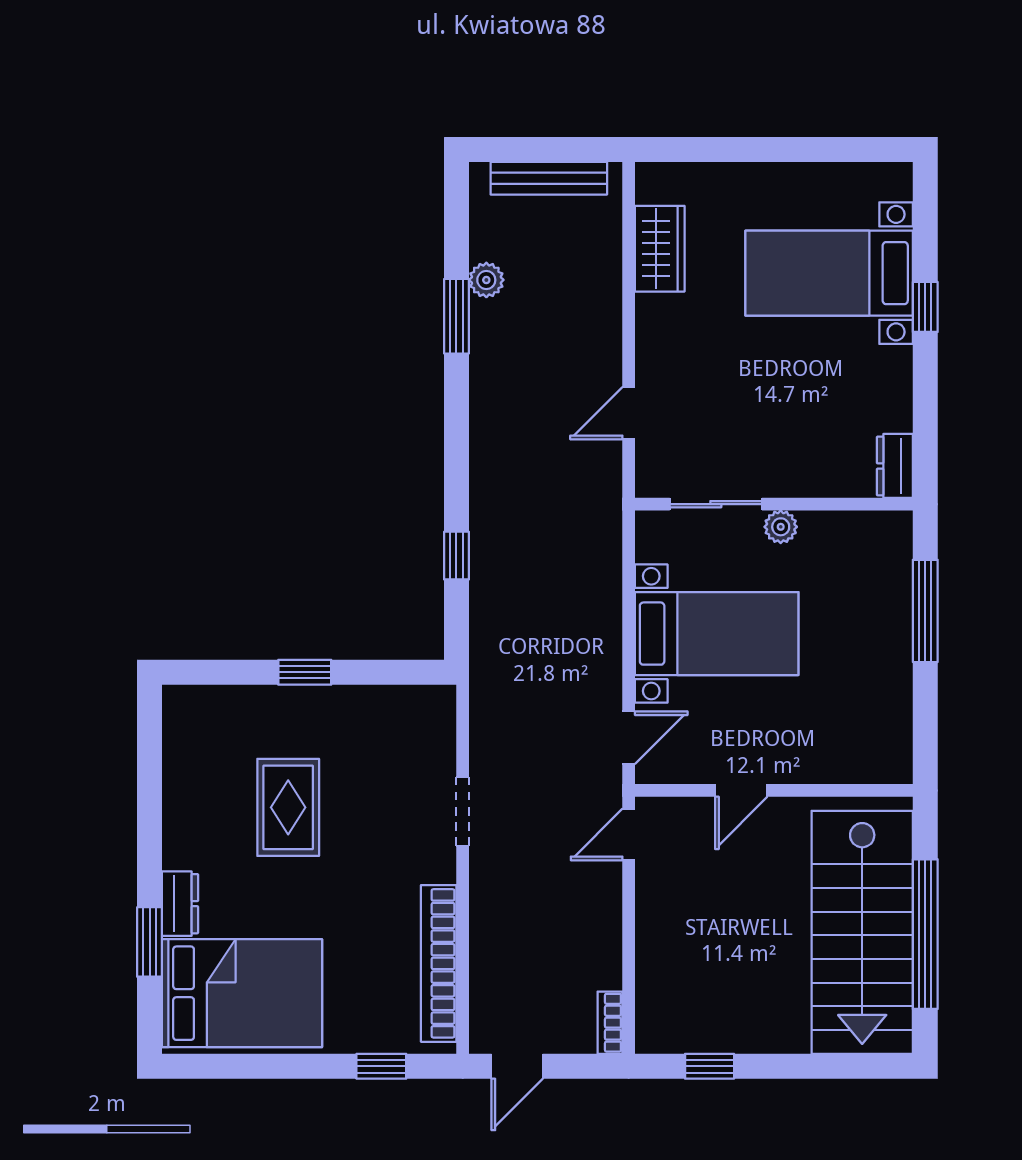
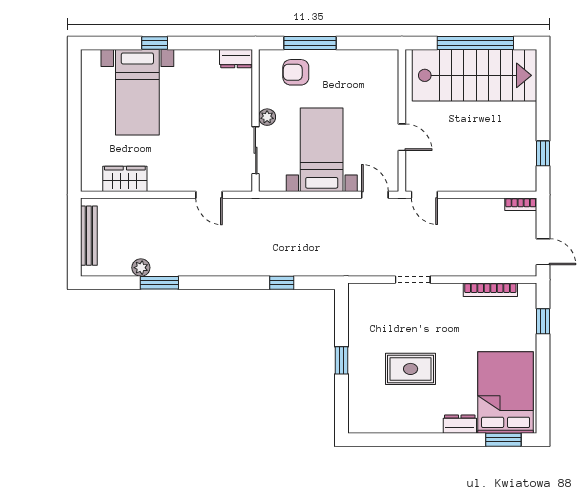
armchair: (868, 583) -> (296, 72), added
window: (150, 942) -> (503, 440), moved
bookcase: (439, 963) -> (490, 290), width x0.68, depth x0.76

